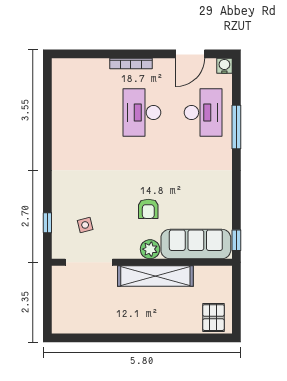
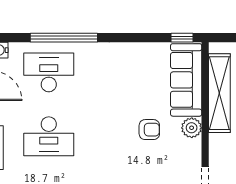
window: (236, 127) -> (64, 38), width x1.46
shelving: (155, 276) -> (219, 93), moved

